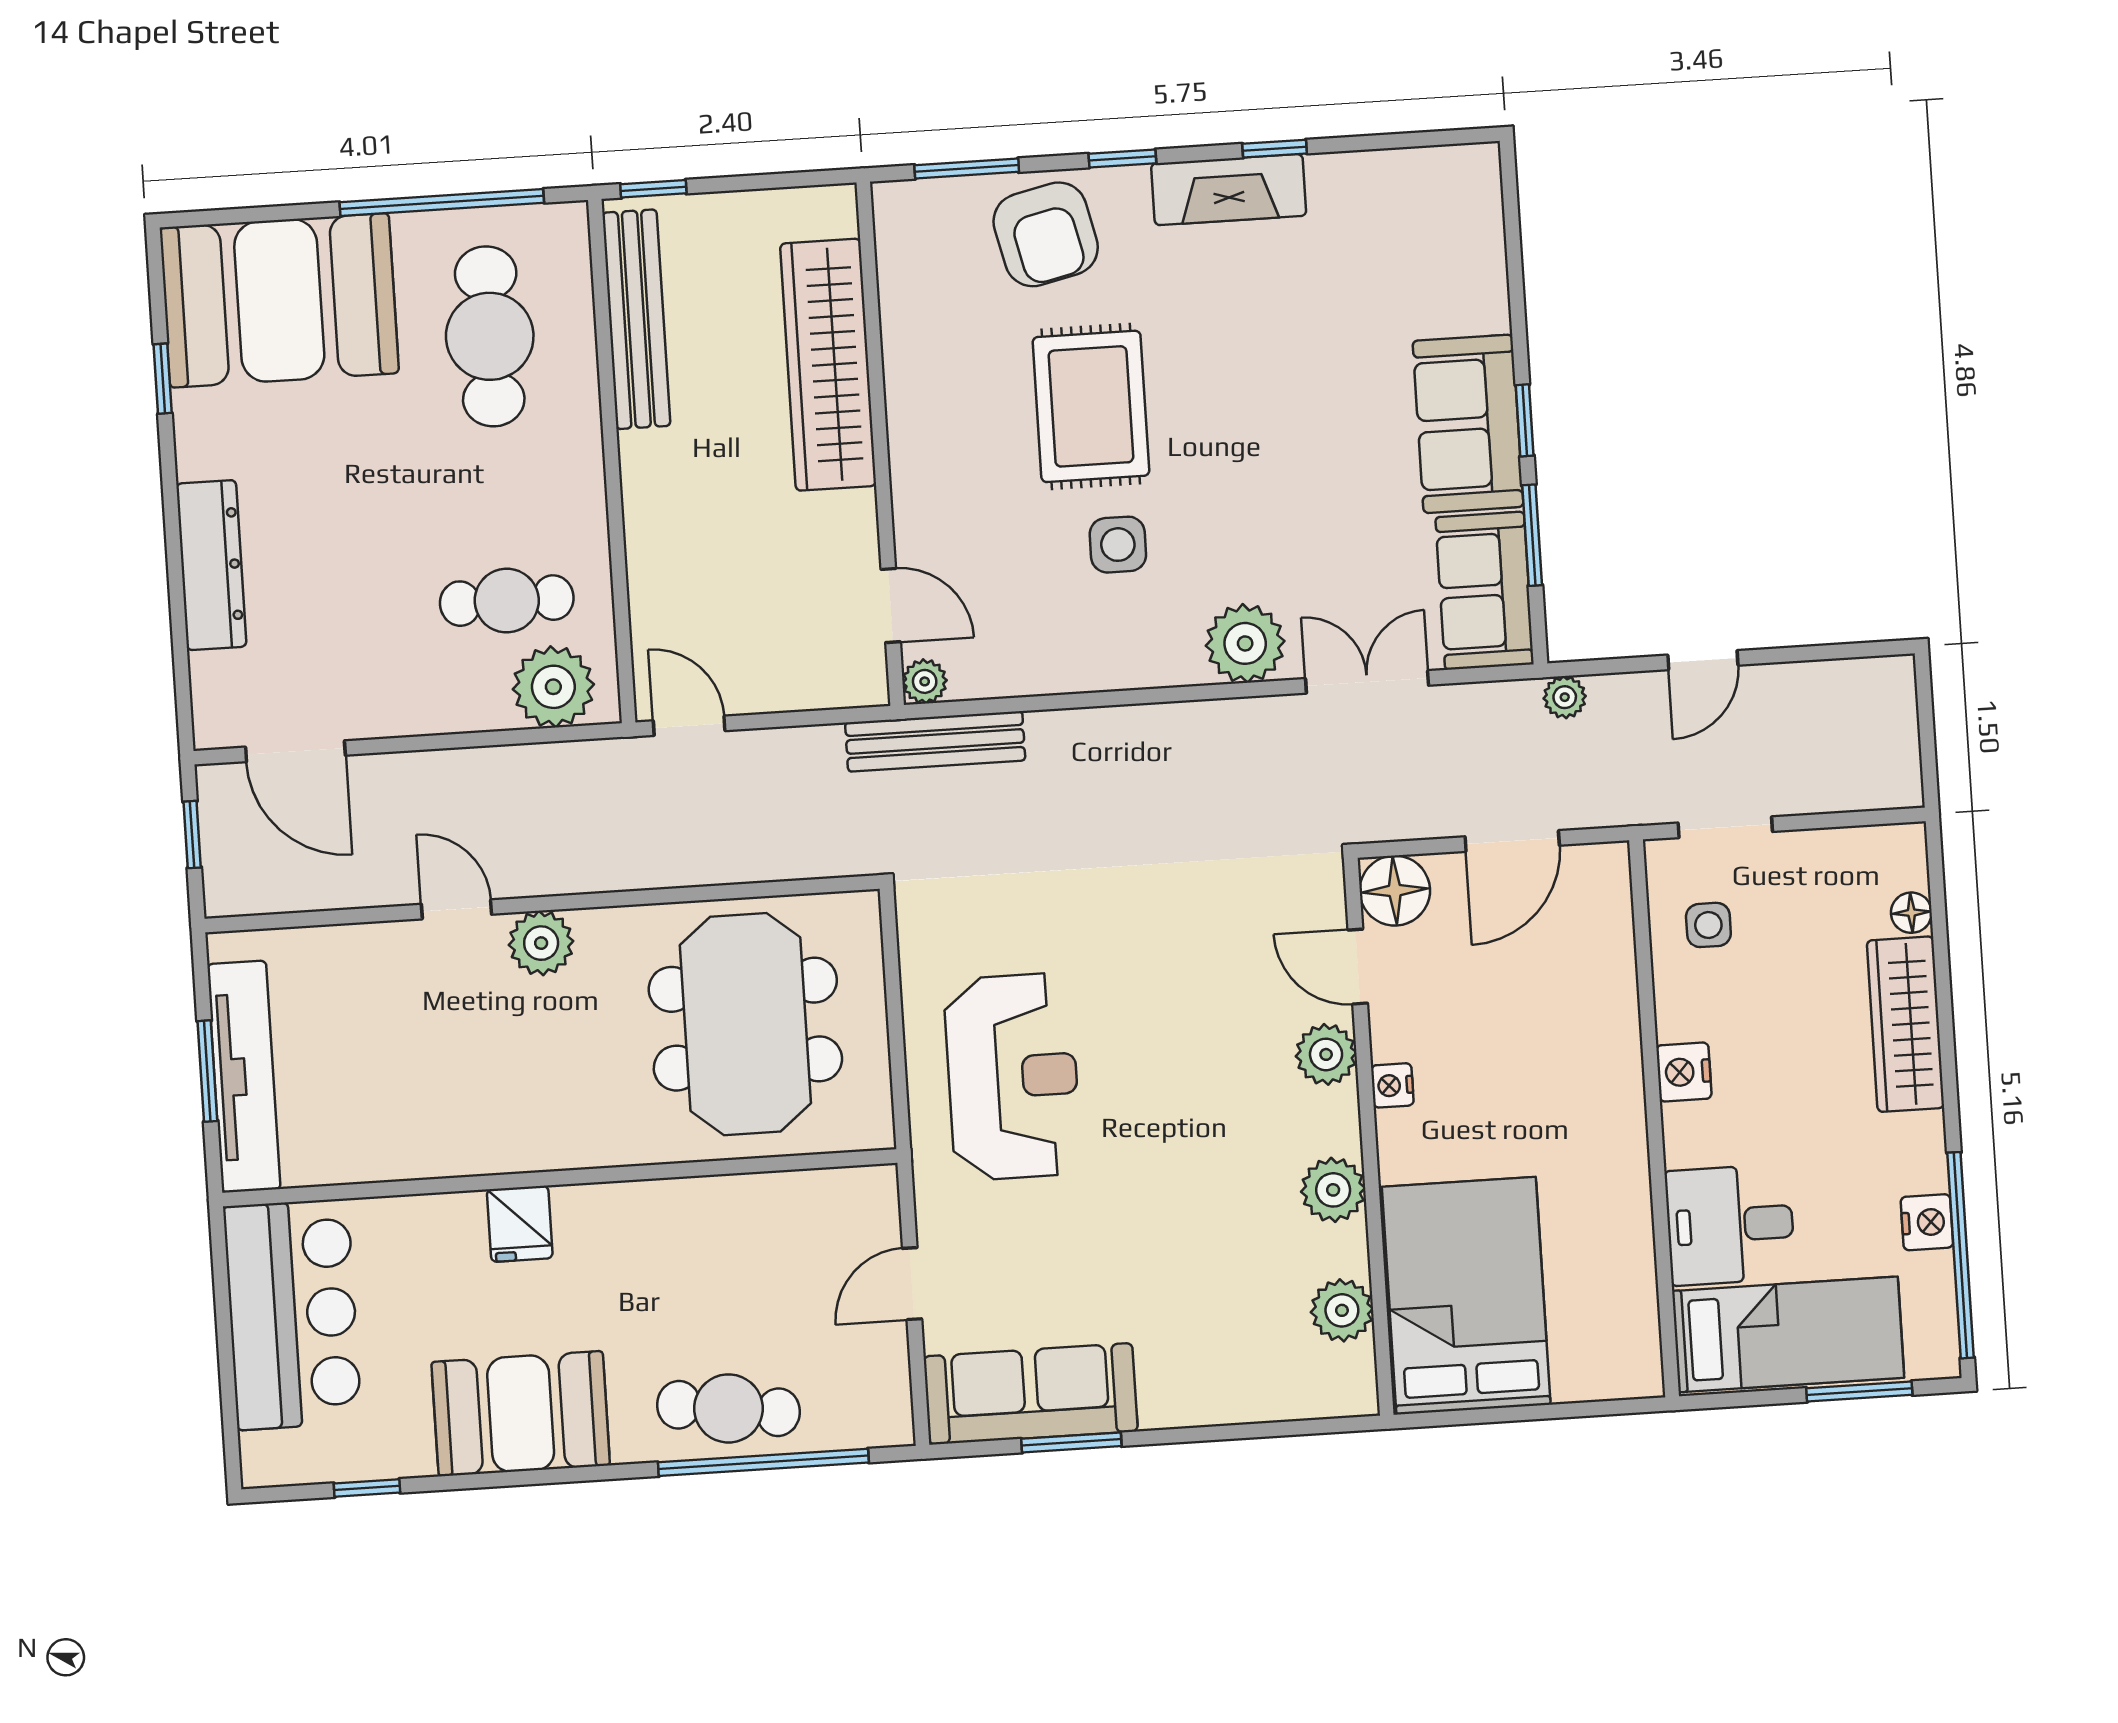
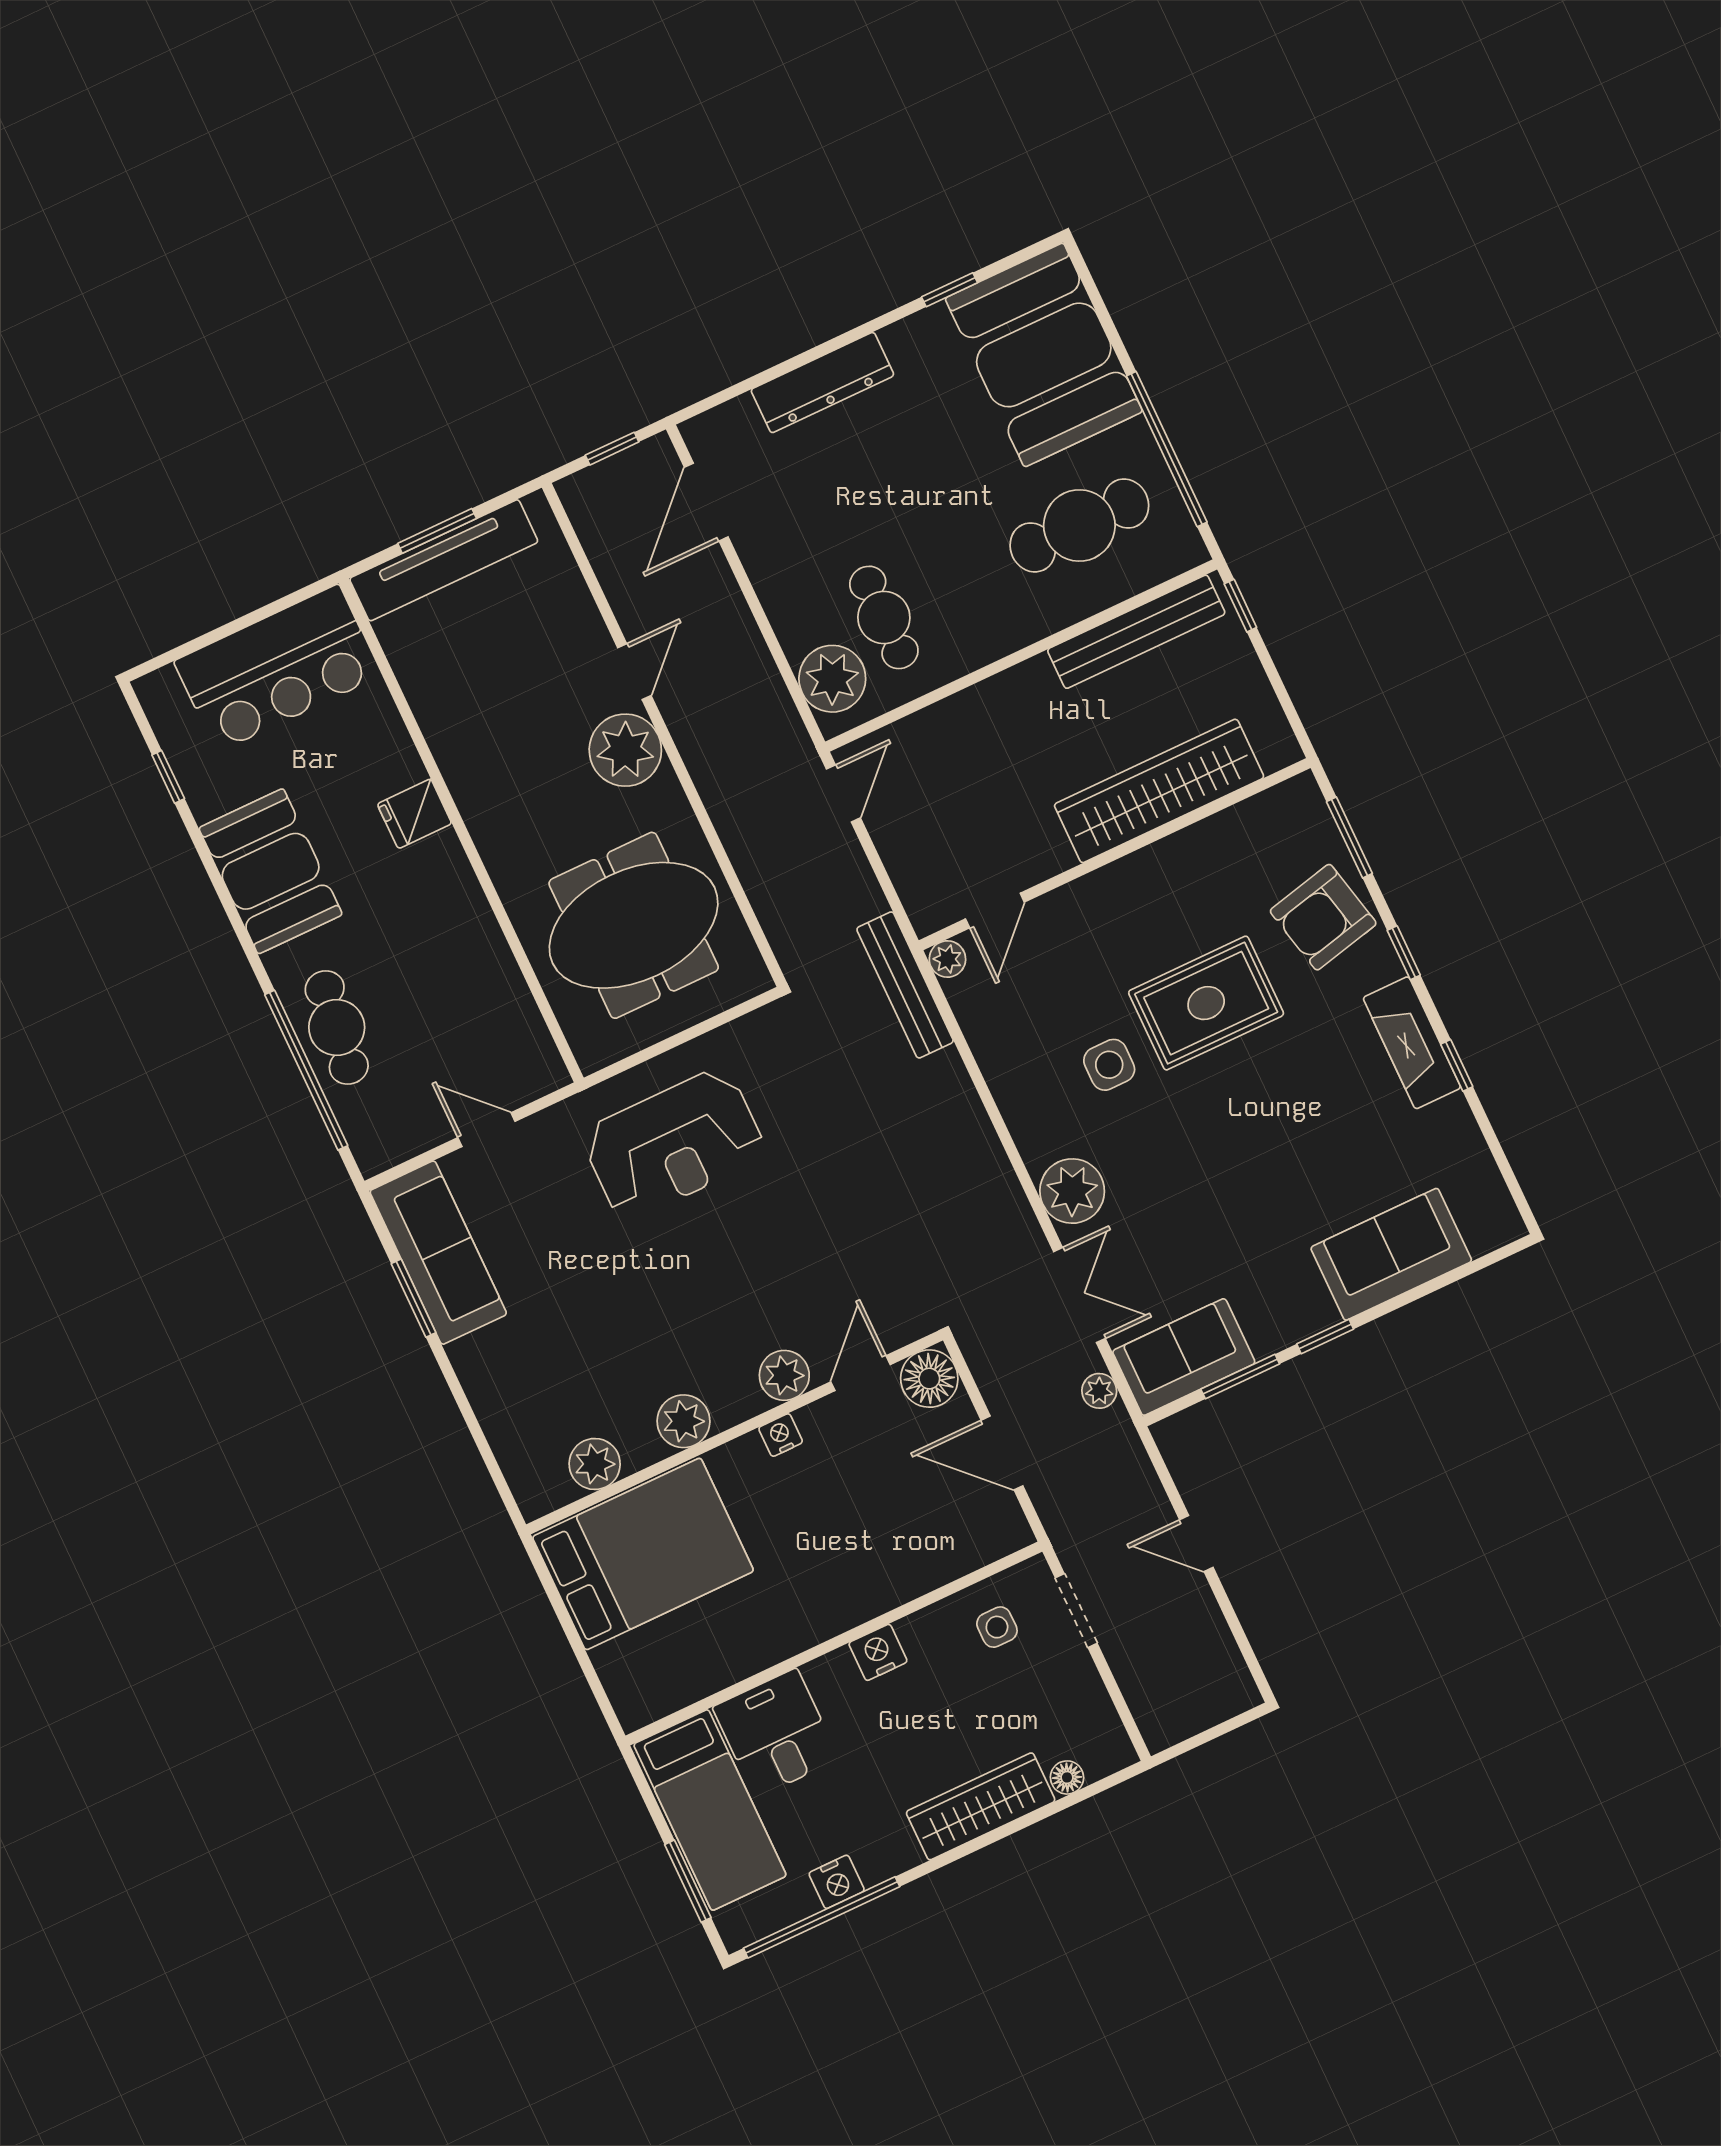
sofa: (1468, 424) -> (1391, 1254), moved
plant: (1565, 697) -> (1099, 1391), moved
plant: (541, 943) -> (625, 750), width x1.36, depth x1.36

